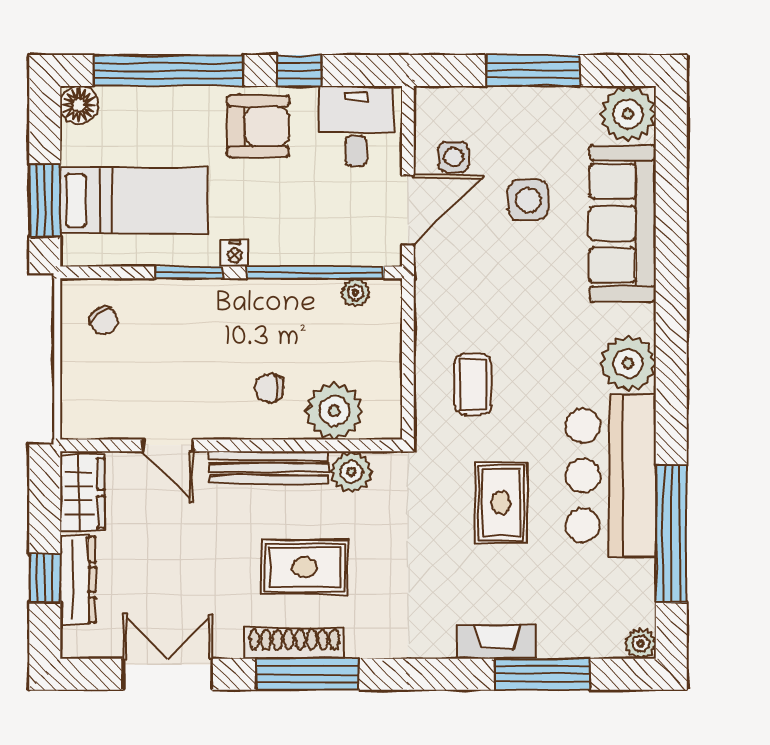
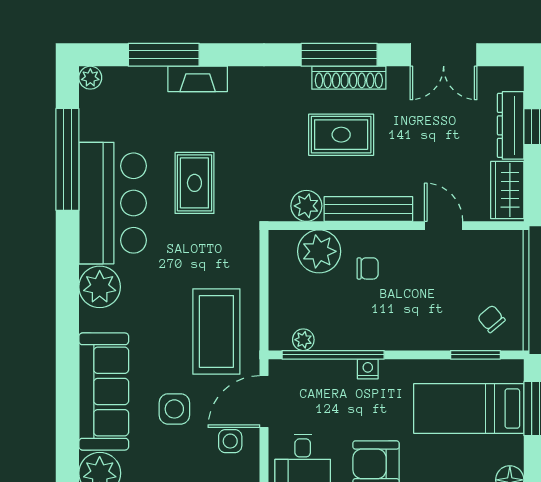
nightstand: (235, 253) -> (368, 369), moved
window: (189, 272) -> (475, 355), moved
coffee table: (473, 384) -> (216, 331), moved, width x1.86, depth x1.72

